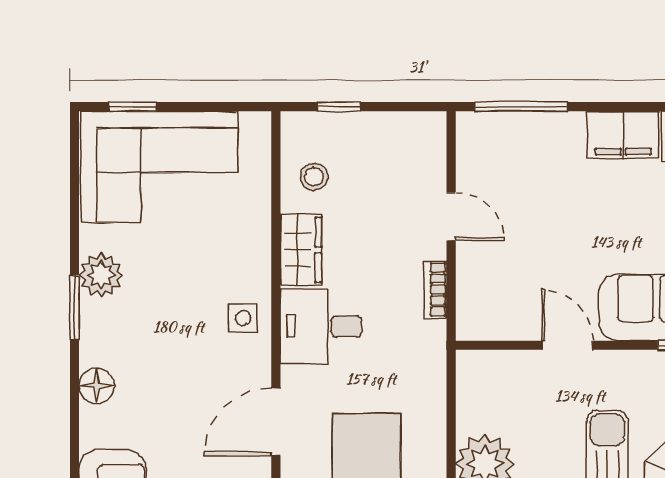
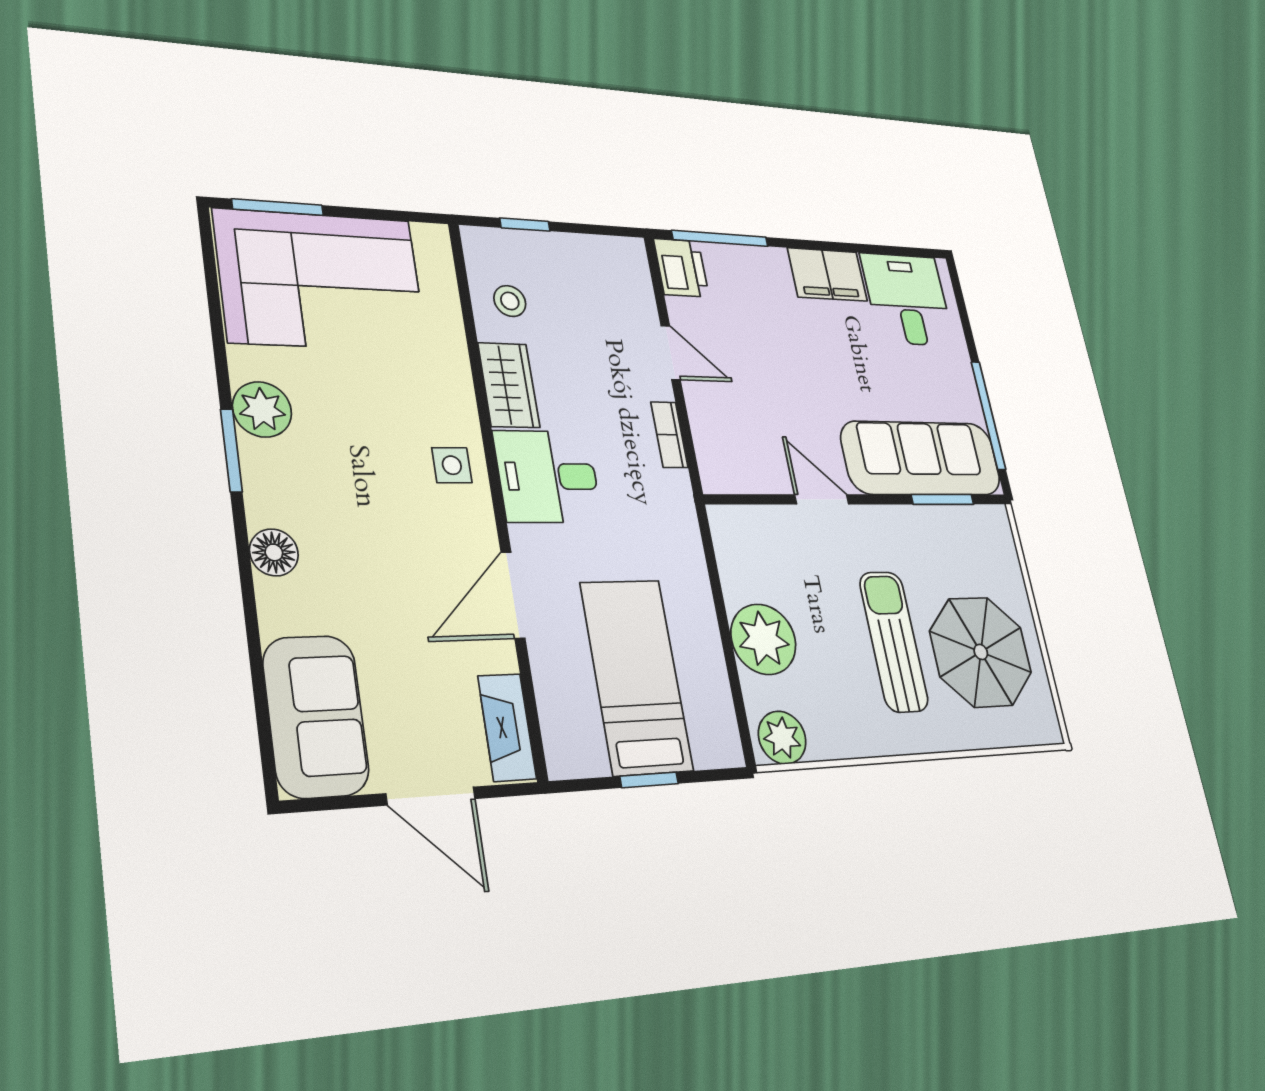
window: (133, 107) -> (278, 207), width x1.50
printer: (477, 137) -> (681, 268), added

